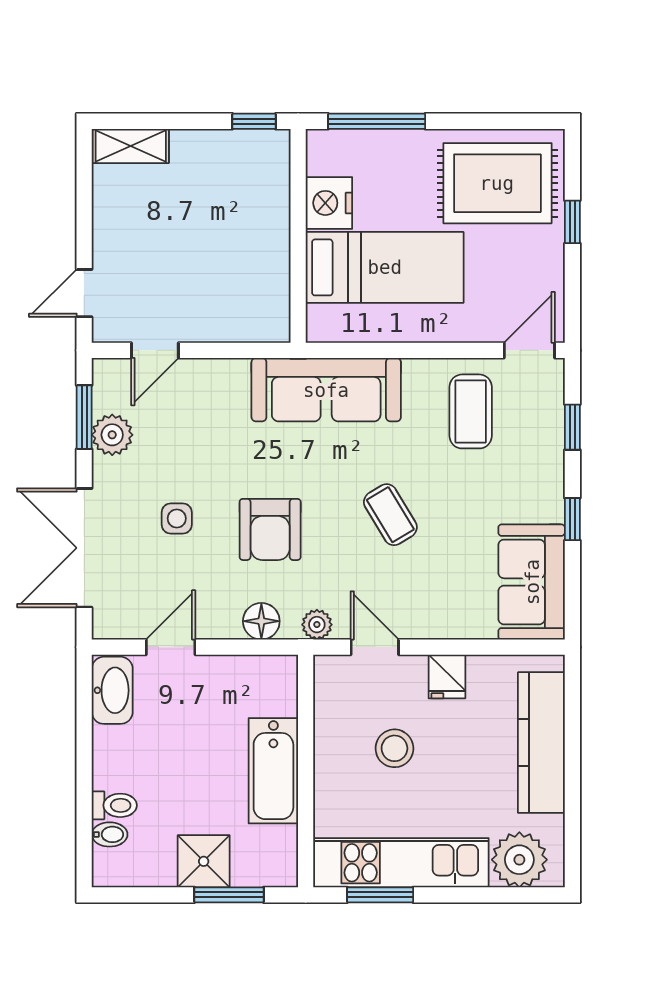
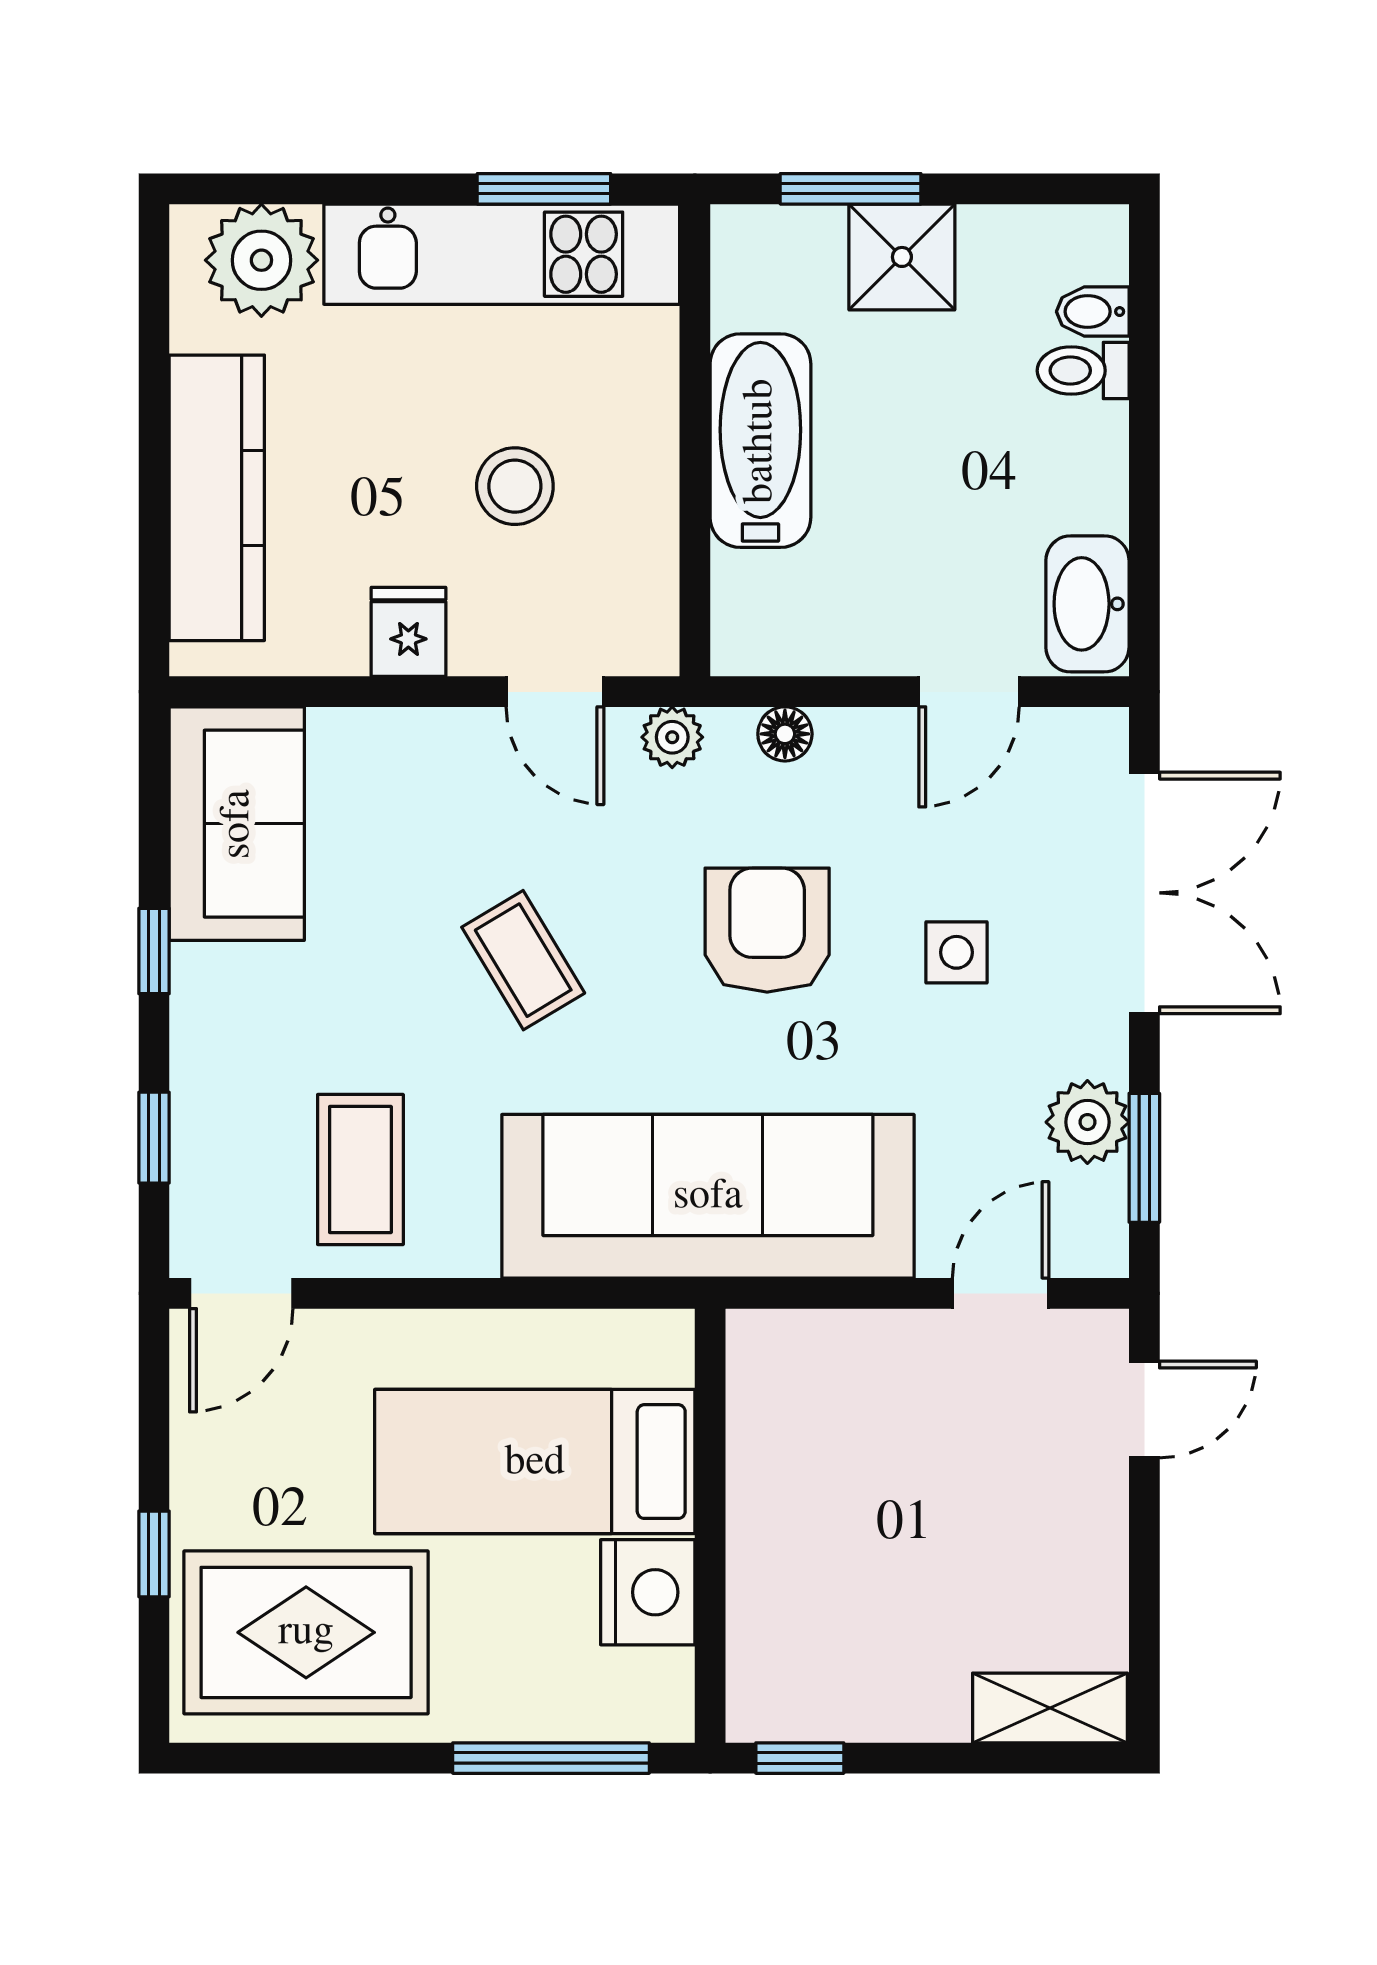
sofa: (326, 390) -> (708, 1196), width x1.36, depth x1.27
floor lamp: (261, 621) -> (785, 734), width x0.73, depth x0.73

